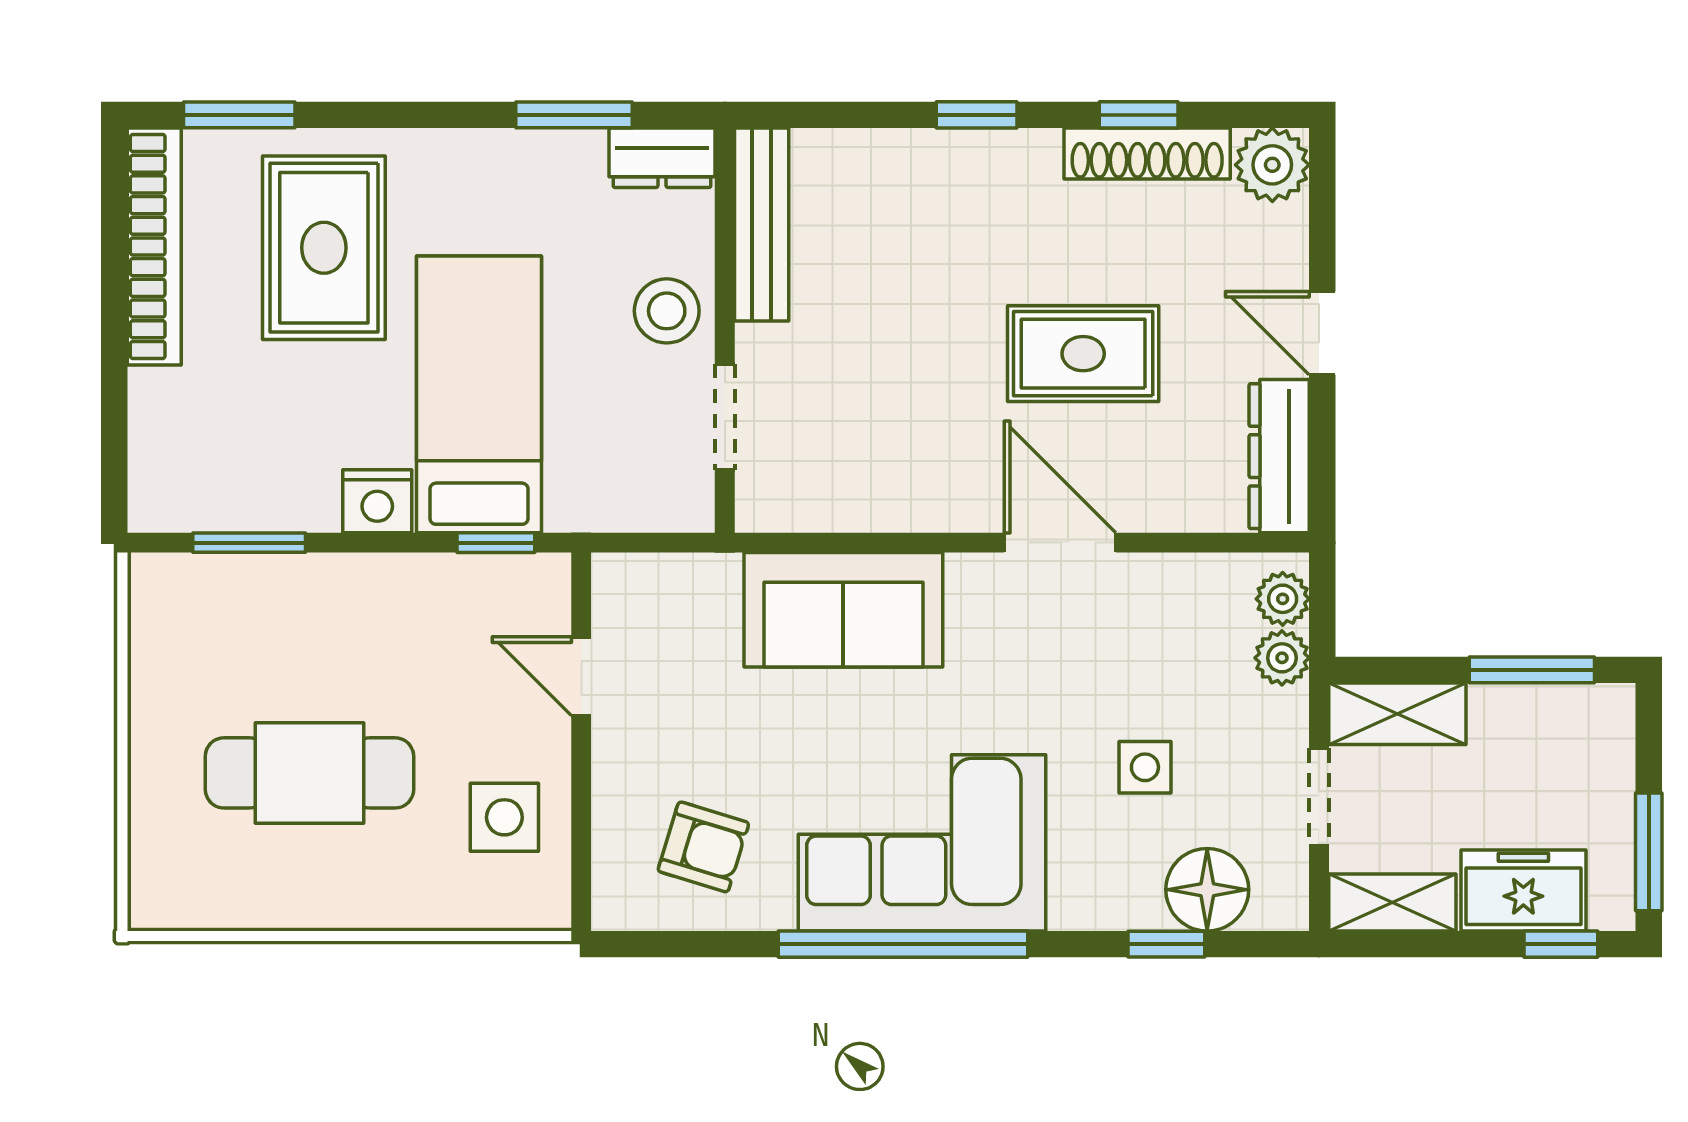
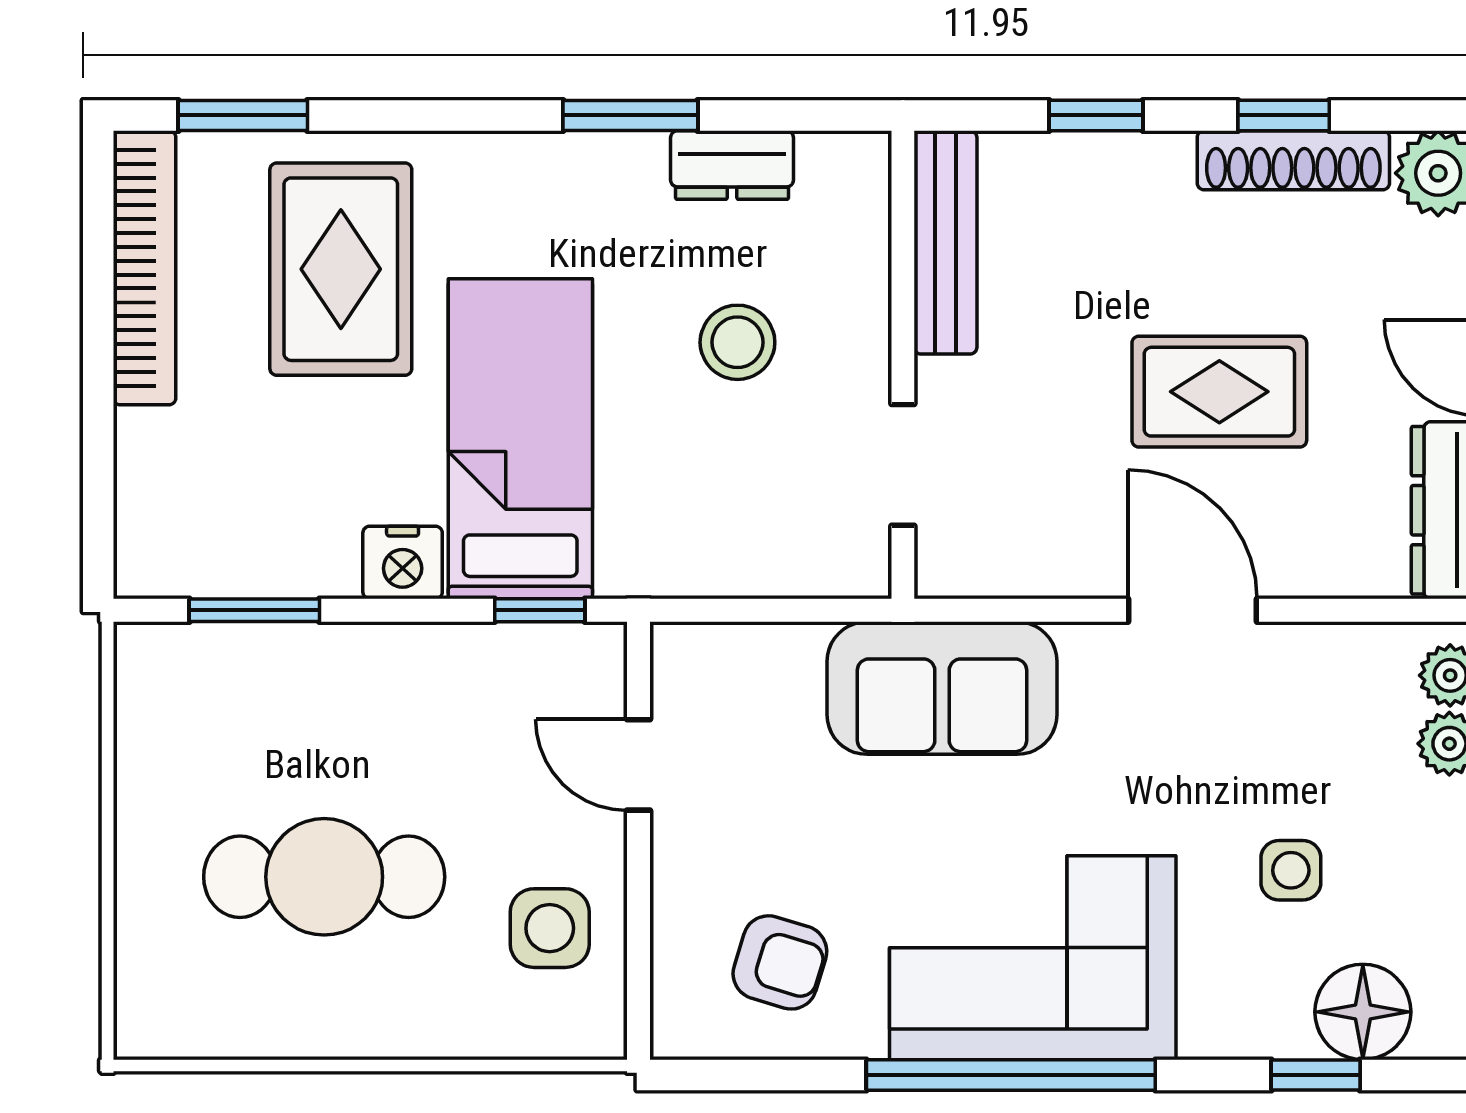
bench: (762, 225) -> (946, 242), moved
wall: (725, 330) -> (903, 365), moved
doorway: (725, 417) -> (903, 465), moved

